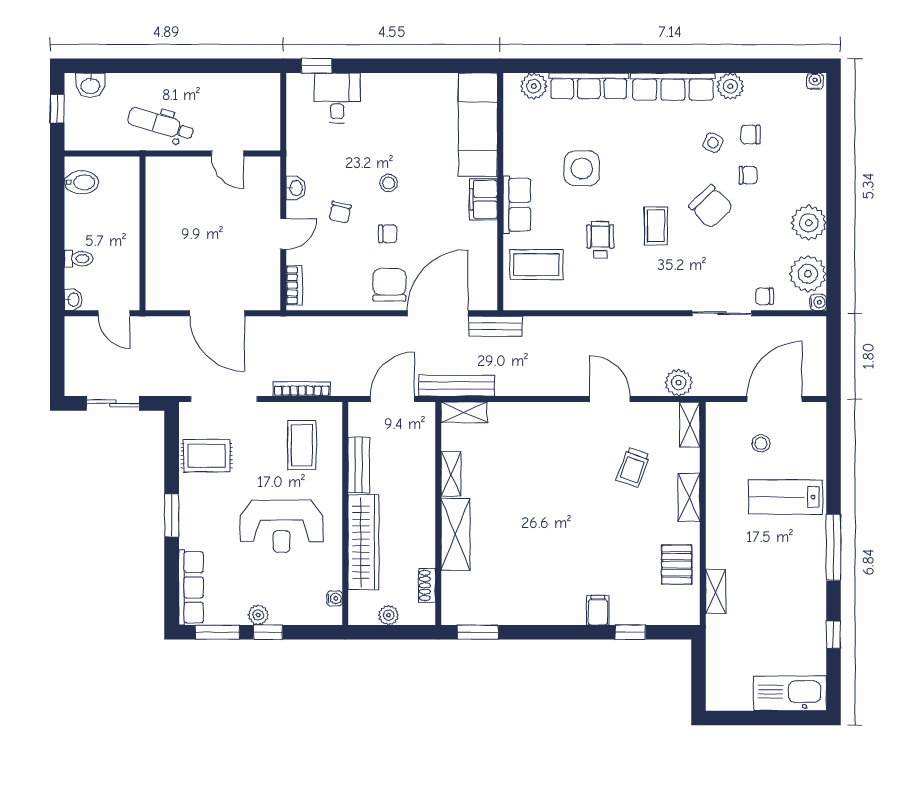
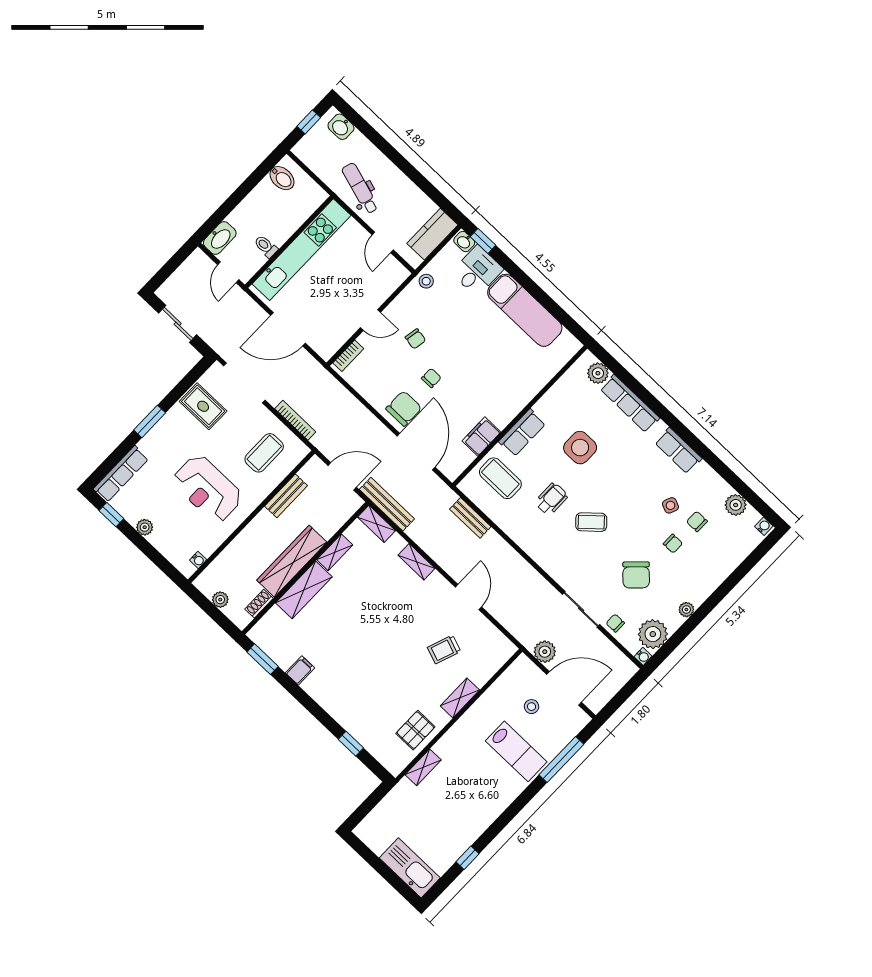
plant: (730, 86) -> (736, 505), moved
row of seats: (673, 87) -> (678, 451), width x0.68
kitchen counter: (265, 103) -> (432, 234), added
exam couch: (478, 125) -> (525, 310), moved, turned -90
stool: (388, 183) -> (426, 281), moved
washbasin: (296, 188) -> (464, 242), moved, turned 90
filing cabinet: (483, 199) -> (481, 437), moved
chair: (711, 207) -> (636, 575), moved
chair: (340, 212) -> (415, 339), turned -92
plant: (809, 223) -> (686, 610), width x0.53, depth x0.53
coffee table: (656, 226) -> (591, 522), turned 48
kitchen unit: (161, 230) -> (302, 250), added
chair: (388, 234) -> (431, 378), turned -90
toilet: (78, 259) -> (266, 246), moved, turned 180
washbasin: (73, 300) -> (220, 238), width x1.91, depth x1.45
door: (217, 313) -> (288, 329), hinge flipped
door: (438, 313) -> (416, 452), hinge flipped
bench: (495, 326) -> (470, 518), moved
plant: (679, 383) -> (545, 652), moved
shelving: (690, 425) -> (417, 562), moved, turned 90
lab bench: (786, 497) -> (516, 751), turned 180
wardrobe: (363, 542) -> (292, 561), moved, turned 180
window: (833, 547) -> (561, 760), moved
filing cabinet: (598, 610) -> (300, 670), moved
window: (217, 632) -> (111, 515), width x0.67
window: (268, 632) -> (141, 543), removed

